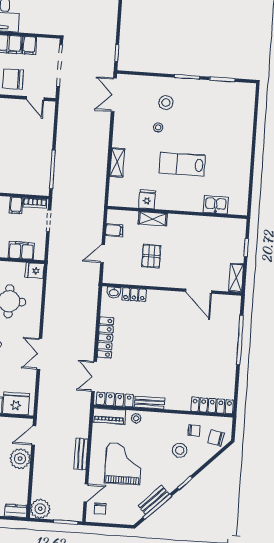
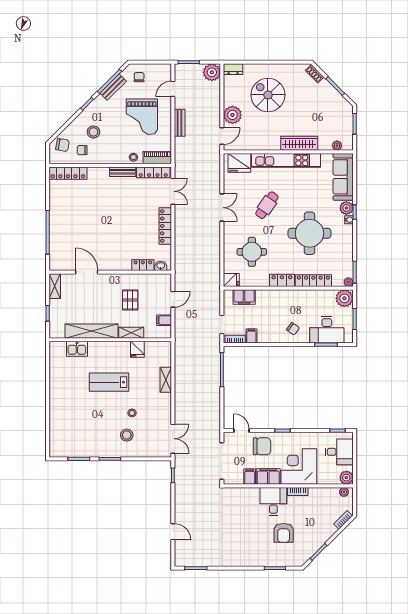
lab bench: (182, 164) -> (109, 382), turned 180
shelving: (198, 224) -> (92, 331), added
chair: (100, 509) -> (139, 77), moved

